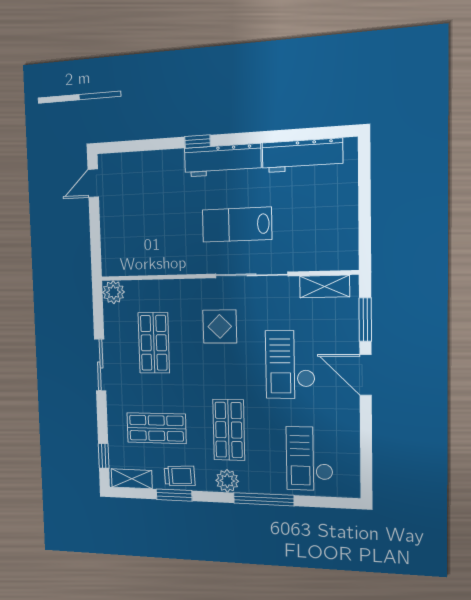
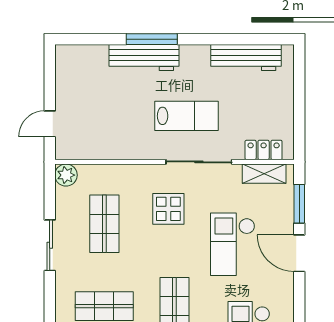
window: (197, 141) -> (152, 39), width x2.17
workbench: (222, 160) -> (144, 57), moved
door: (93, 183) -> (50, 124), moved
lab bench: (237, 225) -> (187, 116), turned 180
locker: (324, 260) -> (264, 150), added

